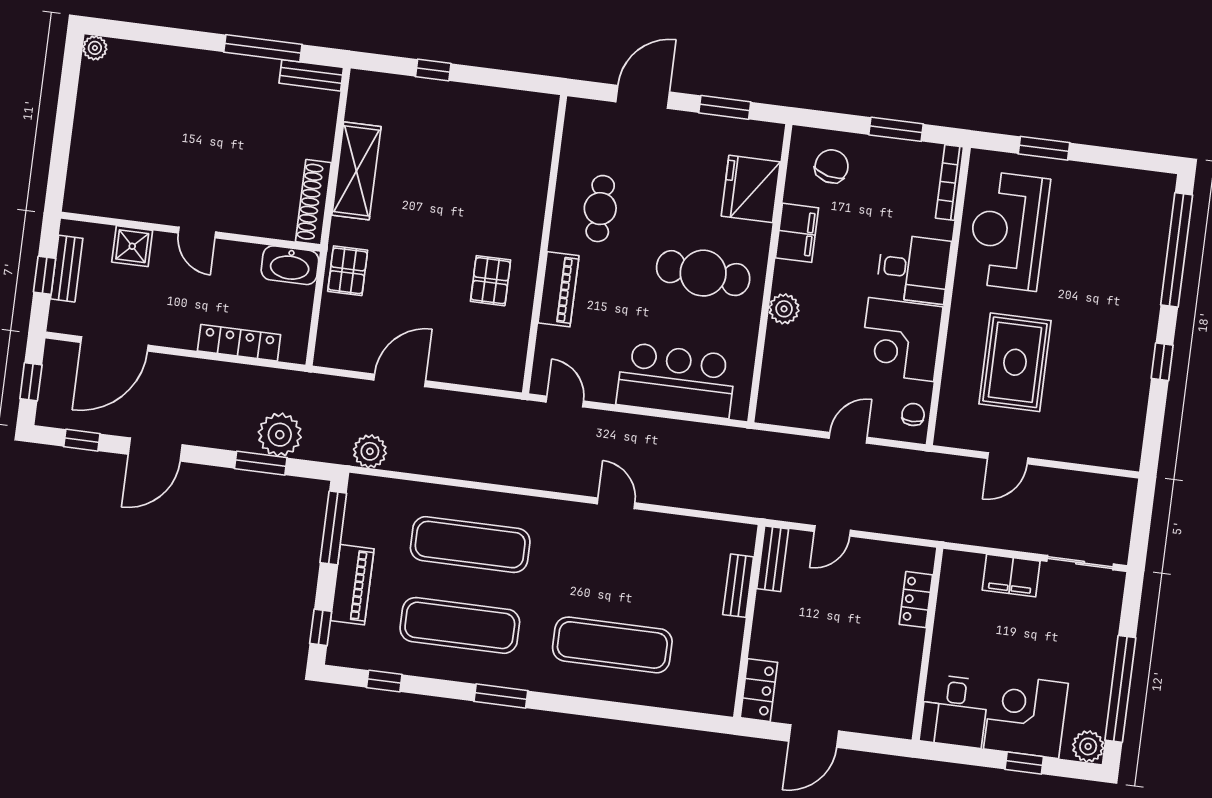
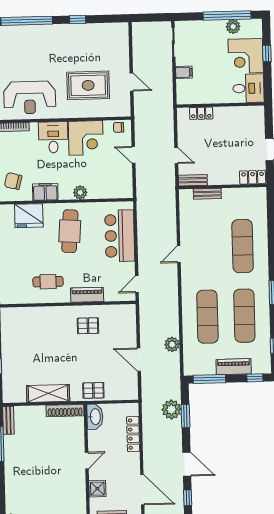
plant: (370, 451) -> (172, 344), moved
filing cabinet: (1011, 576) -> (184, 72), width x0.50
plant: (1088, 746) -> (233, 27), moved

